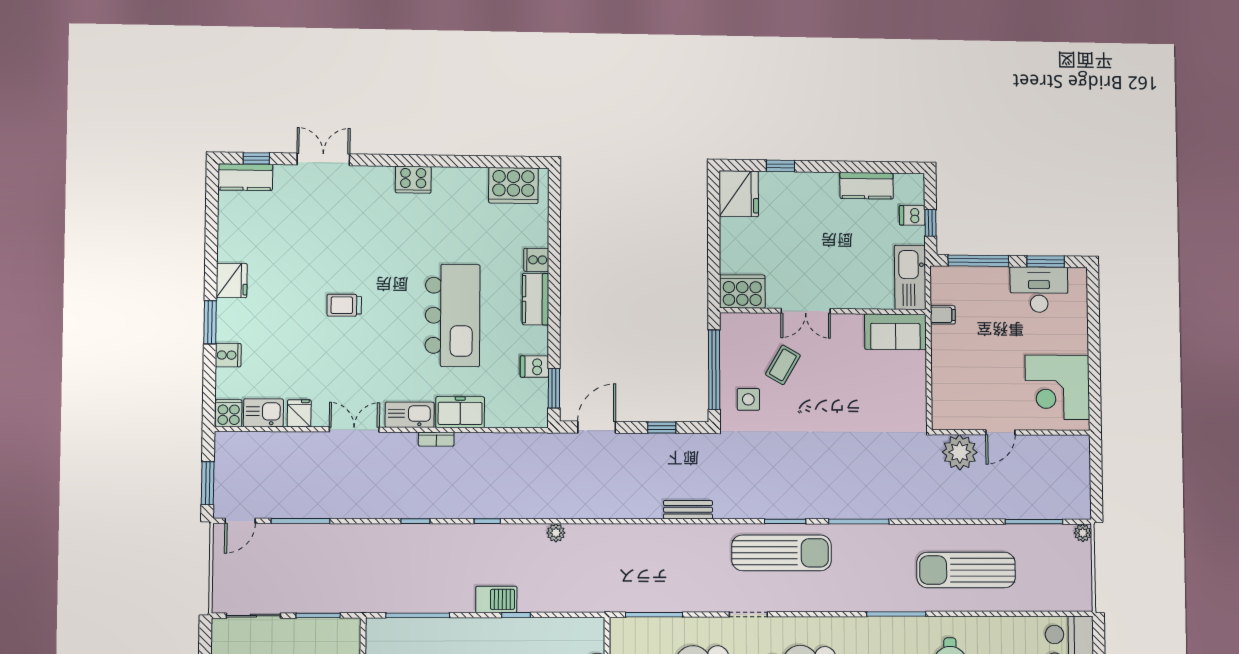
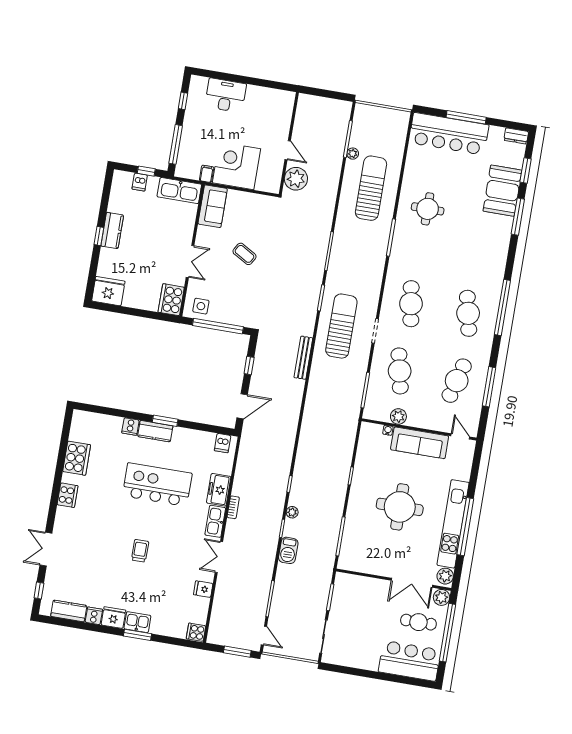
window: (781, 166) -> (99, 236), moved
kitchen counter: (245, 177) -> (69, 611), moved, turned -90
cooker: (513, 185) -> (77, 458), moved
kitchen counter: (867, 186) -> (112, 231), moved
window: (1046, 261) -> (183, 101), width x0.67
desk: (1039, 290) -> (226, 95), moved, turned 90
trolley: (344, 305) -> (140, 551), turned 180
cooker: (228, 355) -> (94, 616), moved
coffee table: (783, 365) -> (244, 254), moved
dishwasher: (534, 367) -> (223, 443), moved
corner desk: (1057, 387) -> (237, 166), moved, turned 180
window: (554, 388) -> (165, 421), moved
side table: (748, 399) -> (201, 306), moved
kitchen sink: (263, 413) -> (137, 622), moved, turned 90
door: (597, 427) -> (242, 406), swing flipped
bench: (688, 510) -> (303, 358), width x1.36
plant: (556, 533) -> (292, 512), moved
plant: (1083, 533) -> (353, 154), moved
sun lounger: (782, 553) -> (341, 326), moved
sun lounger: (966, 570) -> (371, 188), turned 180
barbecue: (496, 599) -> (288, 550), moved, turned 180

